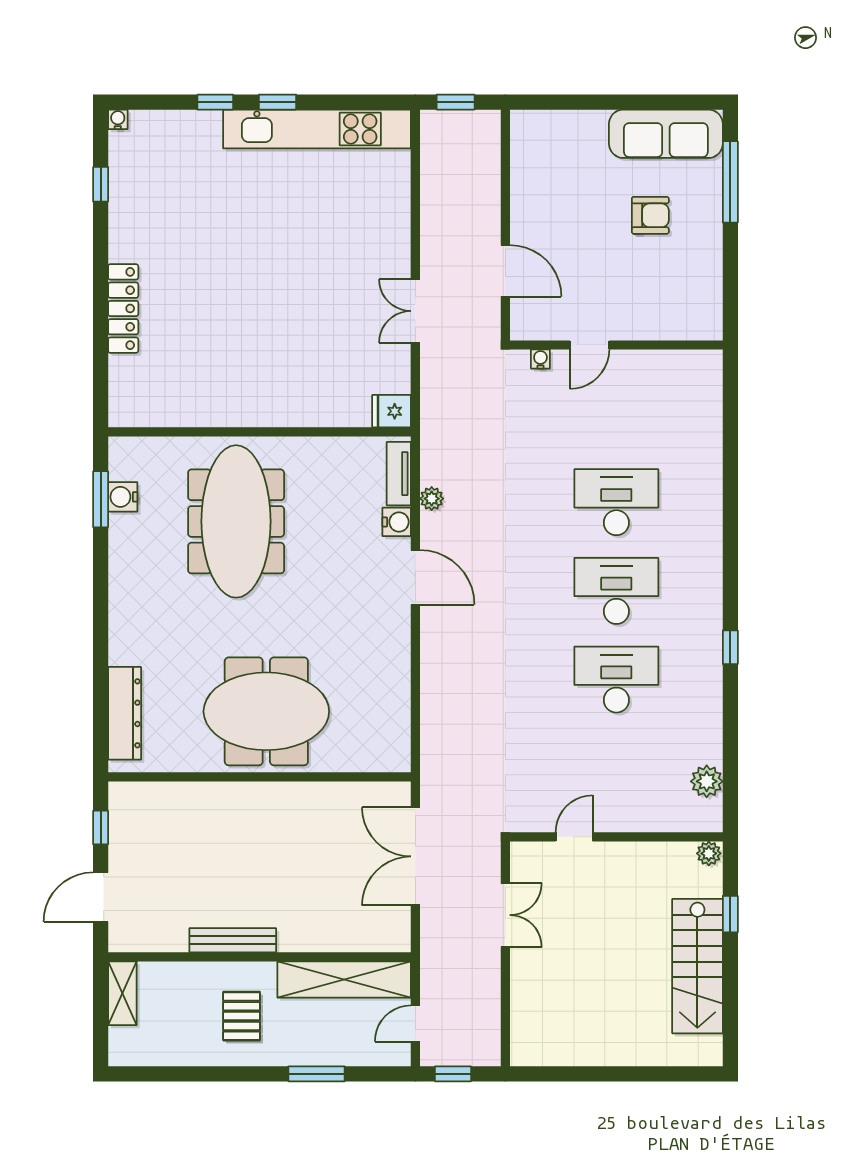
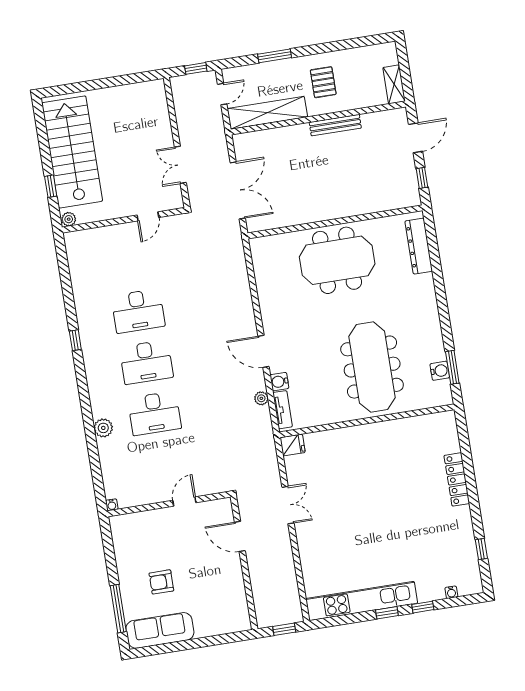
water cooler: (118, 119) -> (451, 592), moved
water cooler: (540, 359) -> (112, 505), moved
plant: (707, 781) -> (103, 428), moved
stairs: (697, 966) -> (72, 152), width x1.36, depth x1.51

